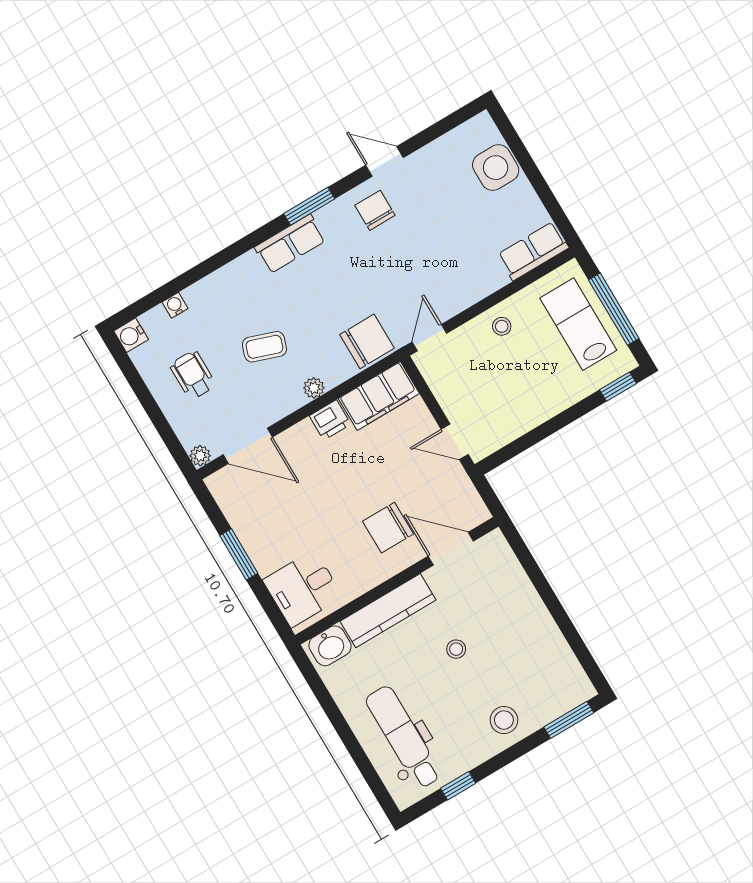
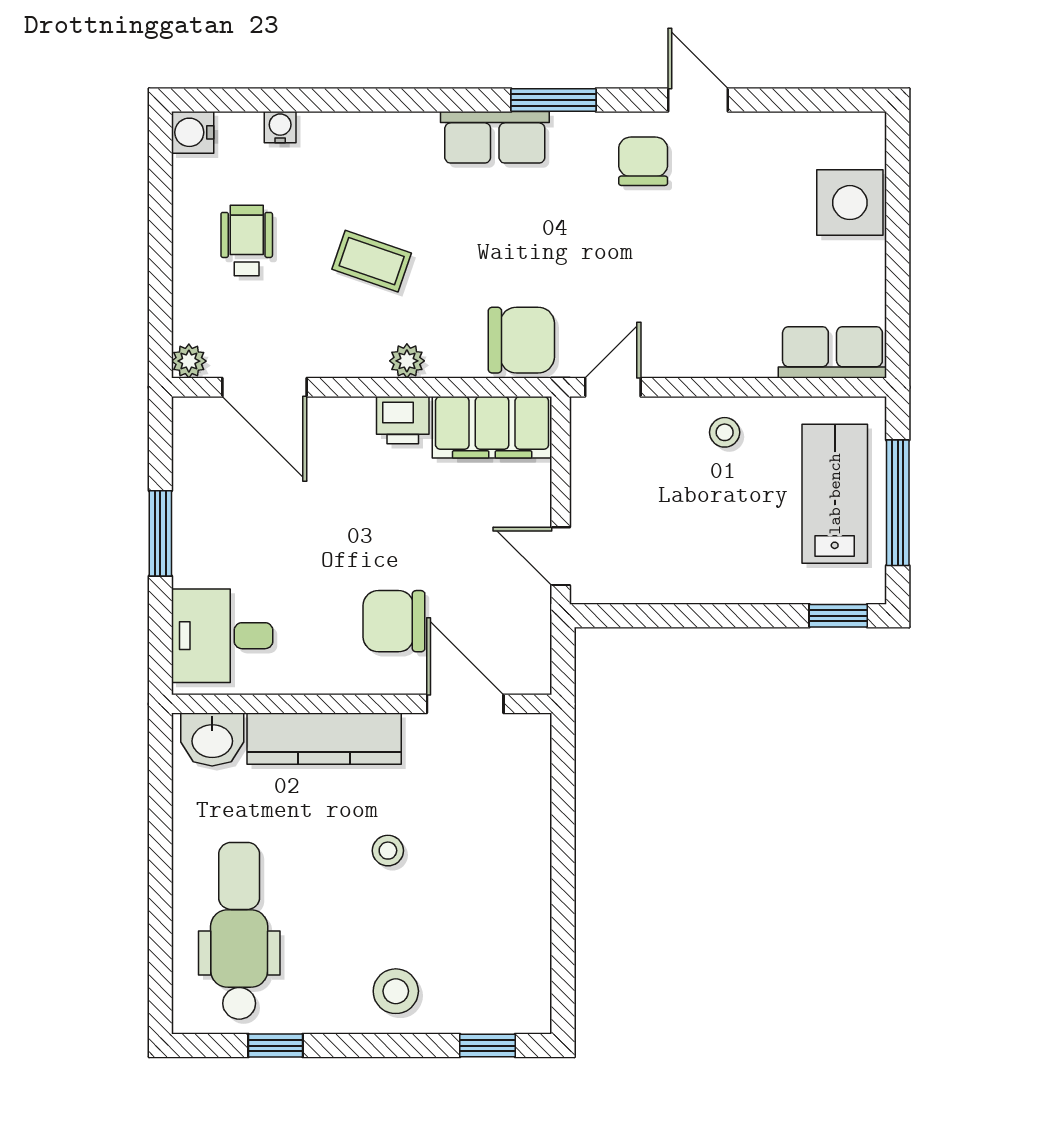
window: (569, 720) -> (487, 1046), width x0.67

